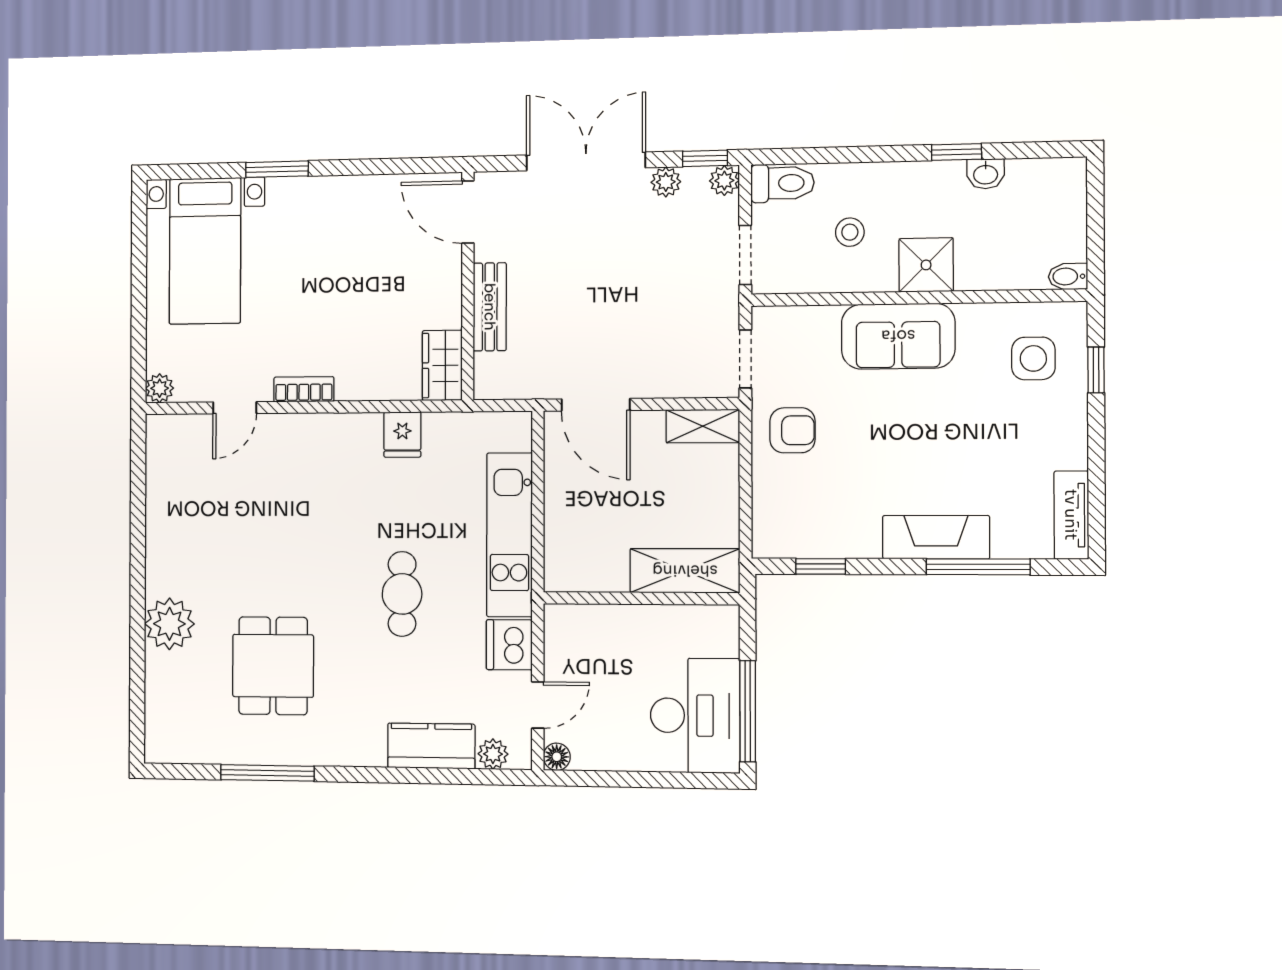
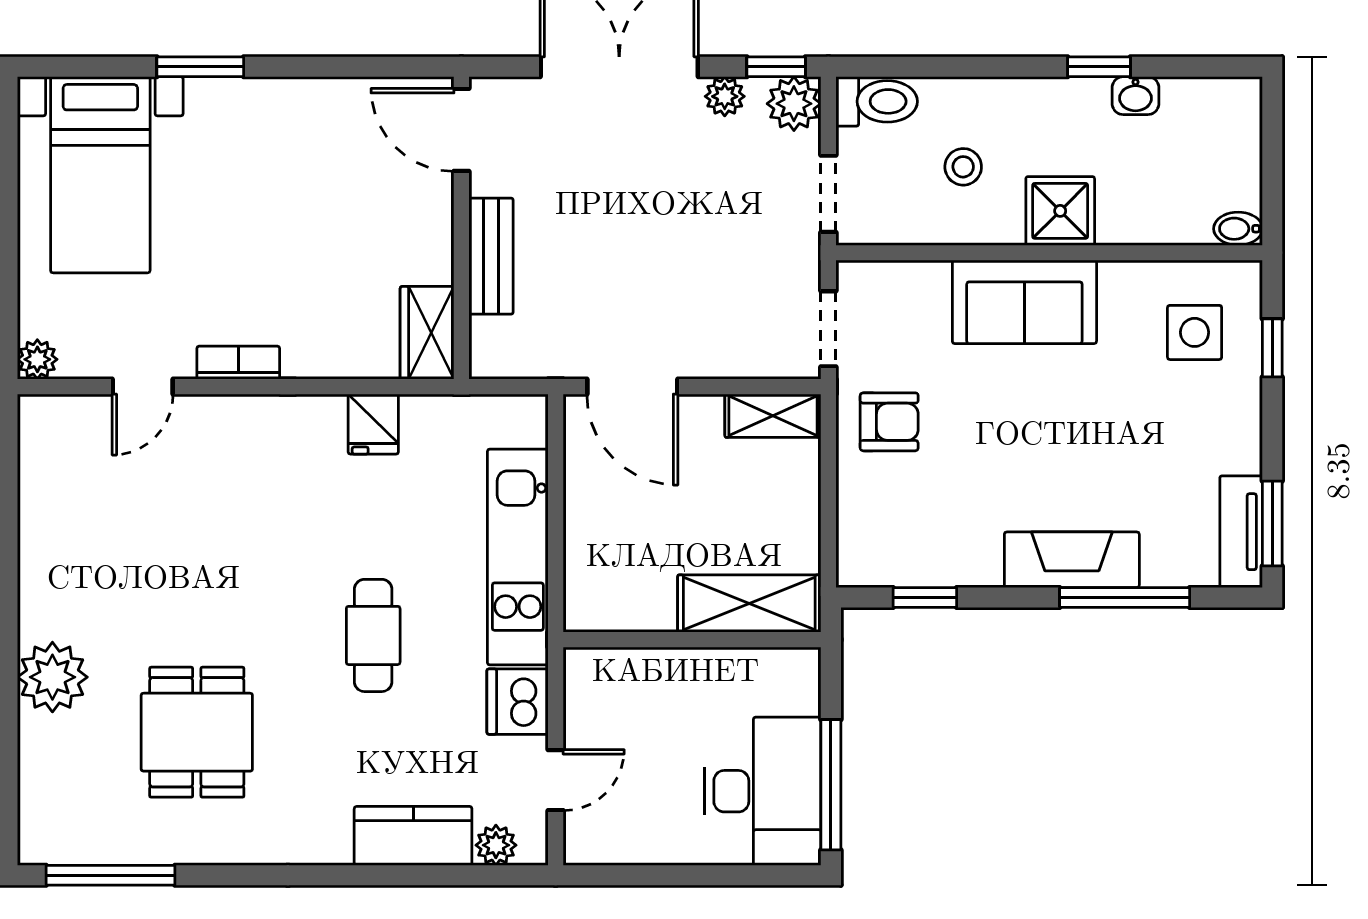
plant: (724, 181) -> (794, 104), width x1.38, depth x1.38
window: (1097, 509) -> (1272, 523), added
floor lamp: (557, 757) -> (581, 847), removed
window: (267, 773) -> (111, 875), moved

